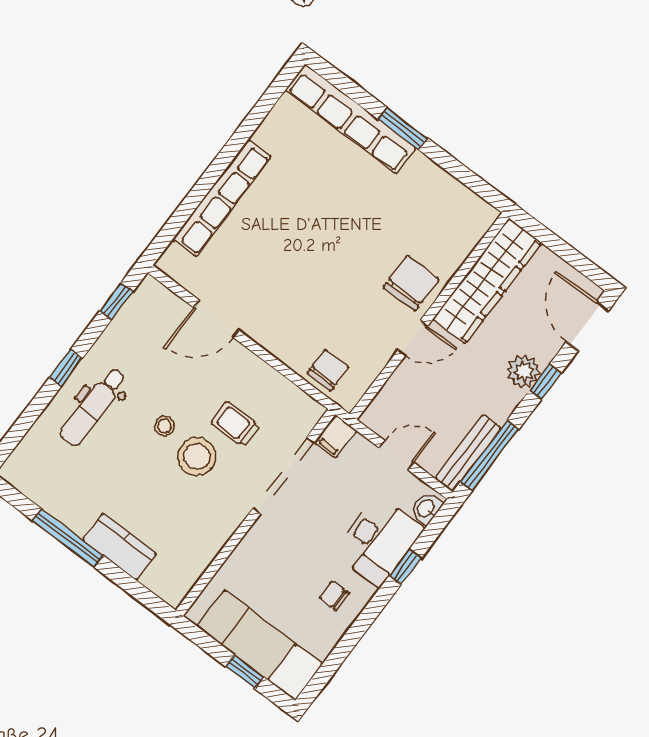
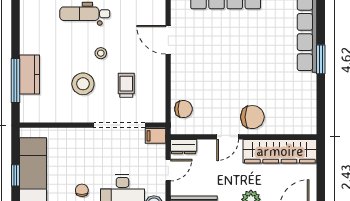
door: (413, 338) -> (228, 137), hinge flipped
dresser: (380, 409) -> (184, 147), added
door: (396, 455) -> (168, 170), hinge flipped
stool: (197, 456) -> (83, 84), moved
window: (68, 538) -> (16, 80), moved

